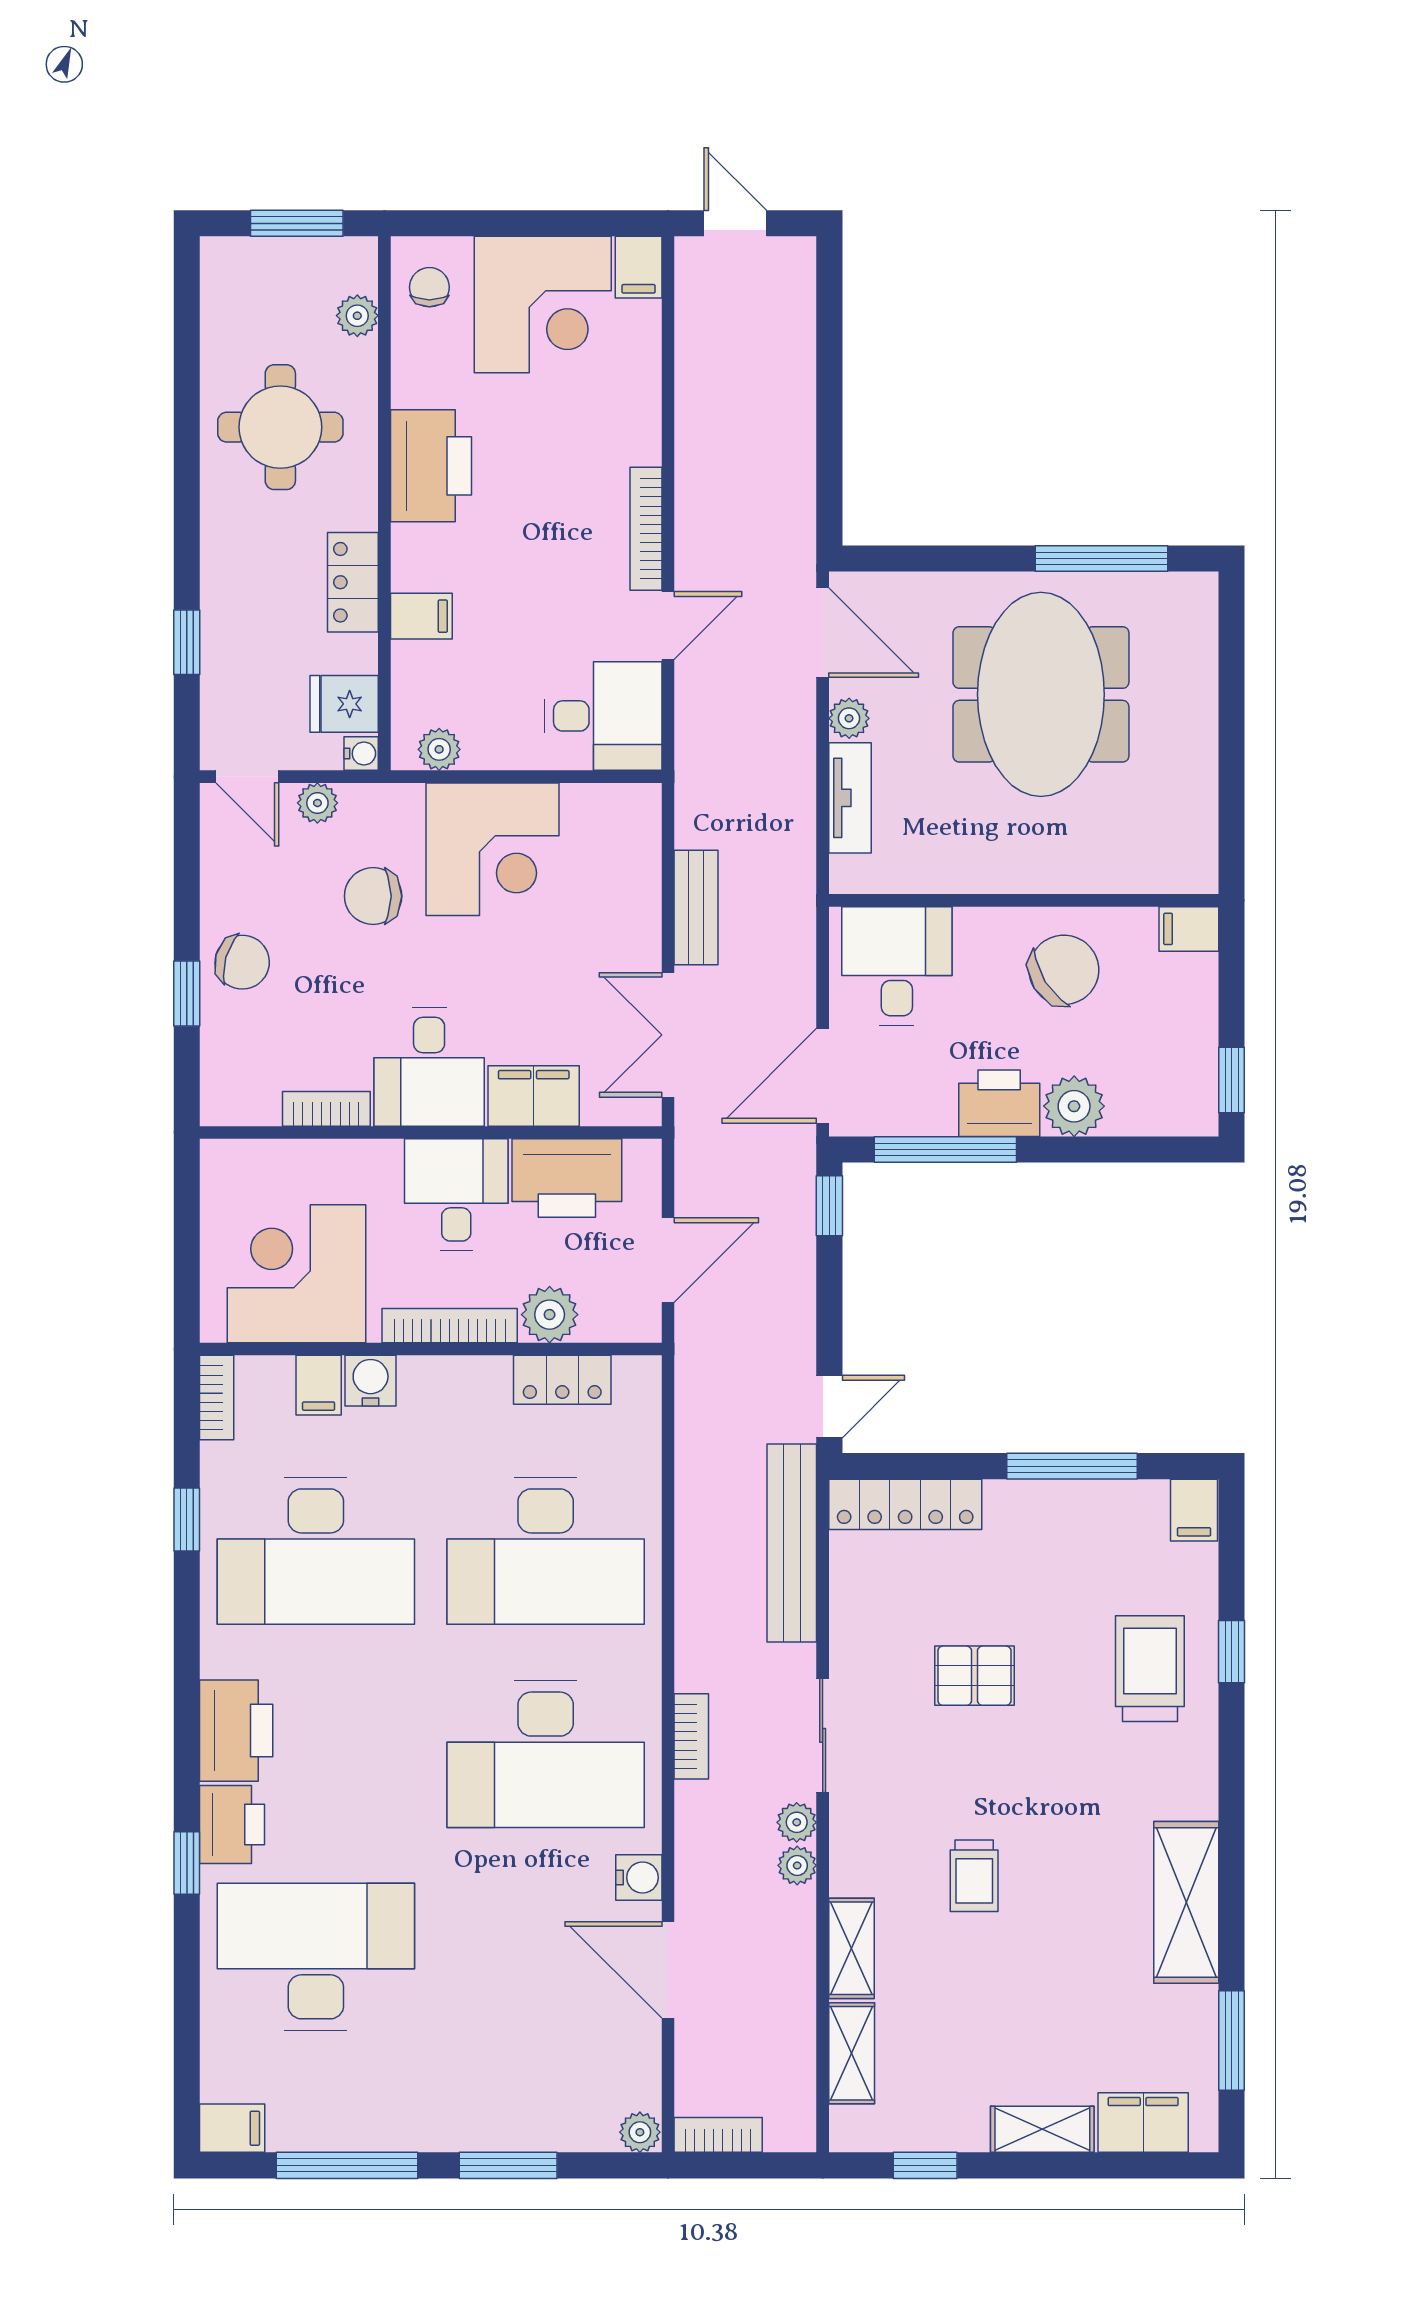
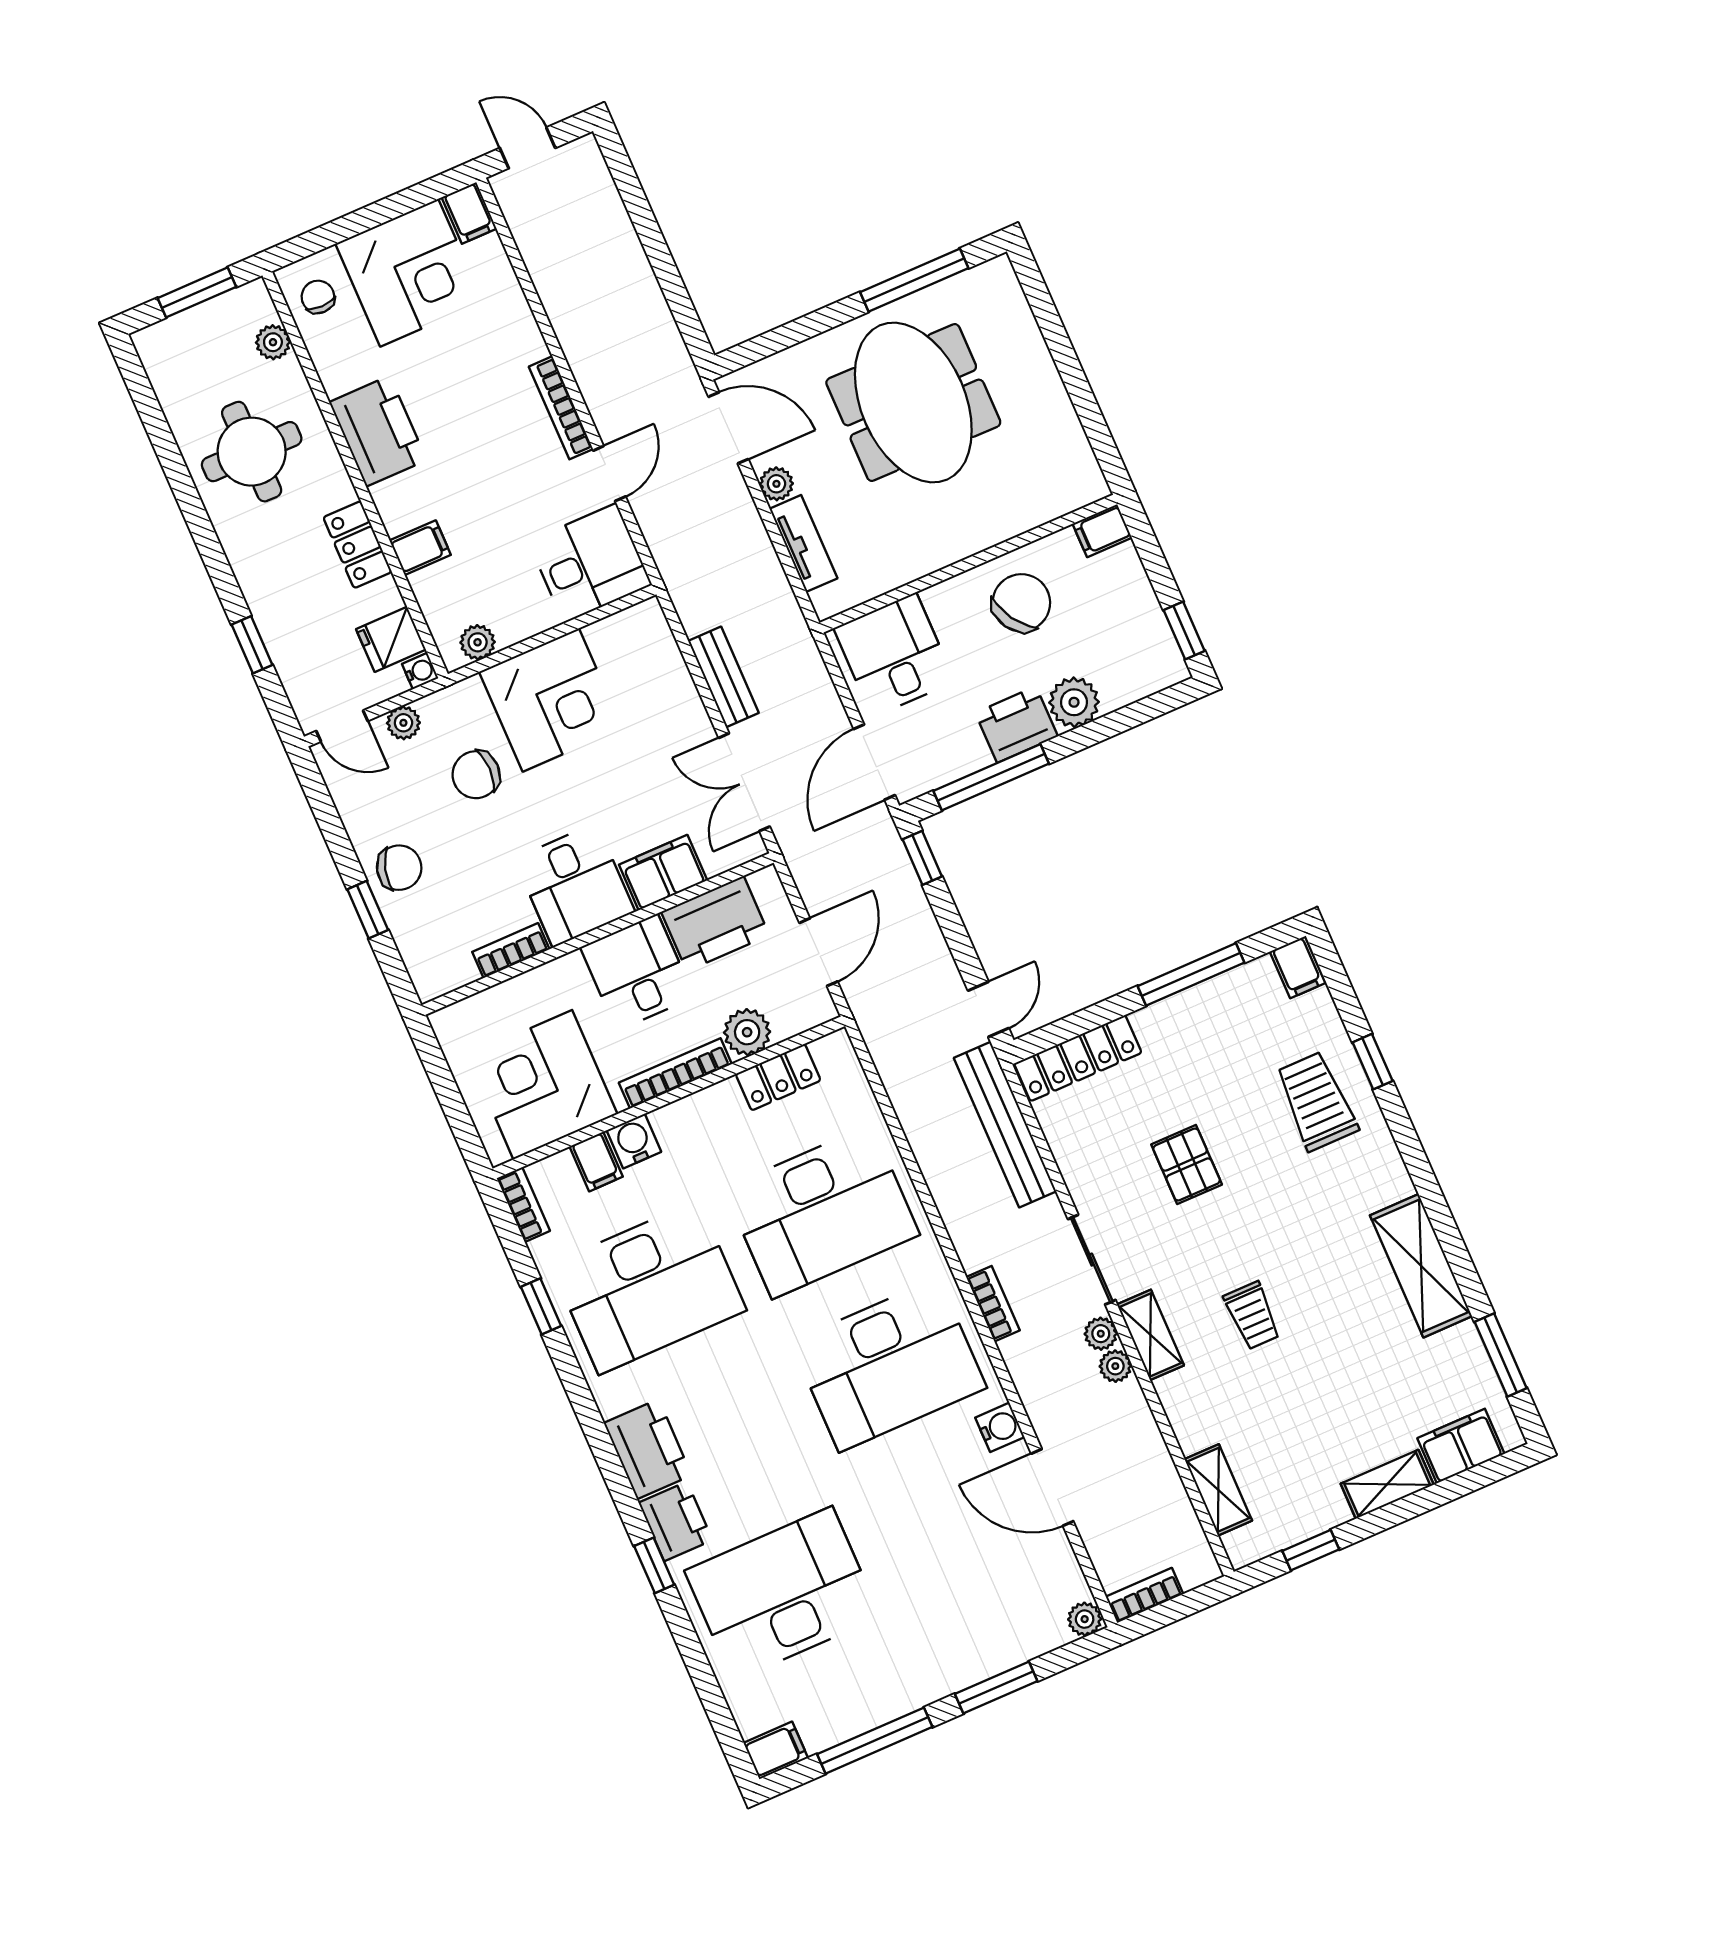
pallet: (974, 1676) -> (1187, 1165), turned 90
shelving: (851, 1948) -> (1150, 1335), moved

